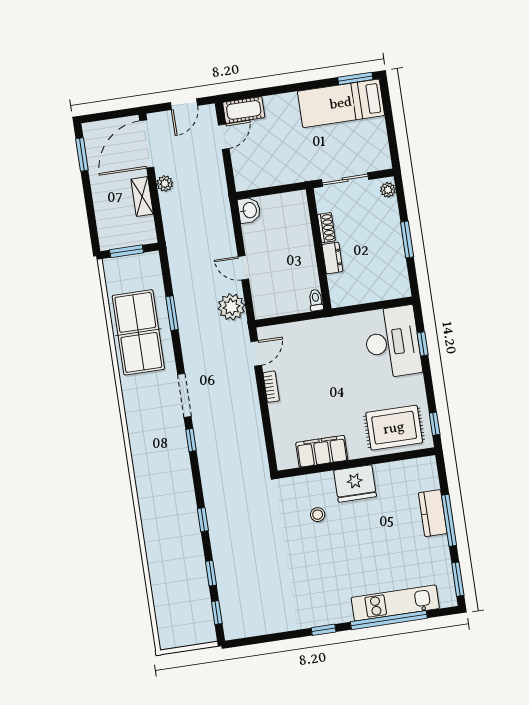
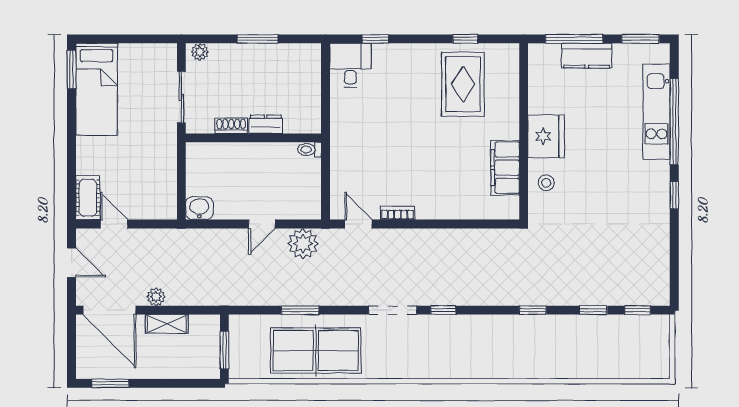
desk: (392, 342) -> (350, 65), width x0.53, depth x0.77
filing cabinet: (322, 451) -> (505, 168), moved
wall: (356, 463) -> (524, 131), moved
fridge: (355, 483) -> (546, 136), moved
kitchen counter: (433, 513) -> (587, 56), moved

